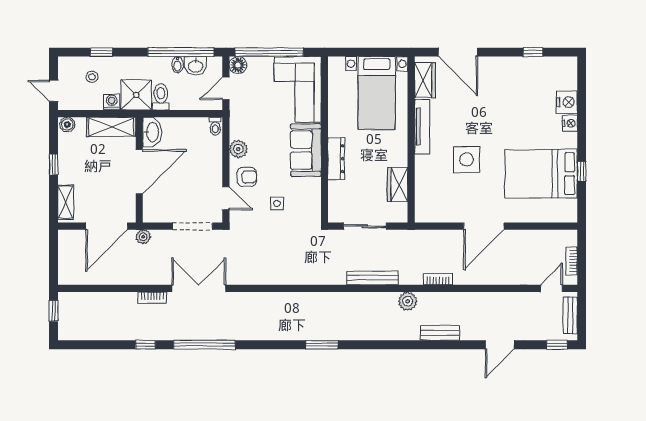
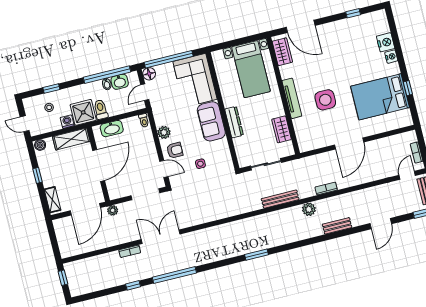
tv unit: (422, 127) -> (292, 98), moved
washbasin: (152, 132) -> (112, 129), moved, turned 90

